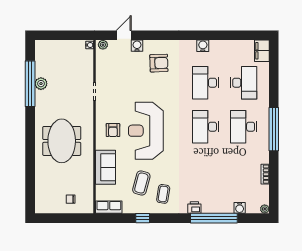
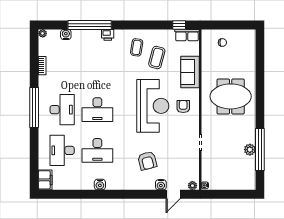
armchair: (159, 63) -> (147, 161), moved, turned -102
desk: (206, 83) -> (97, 150), turned 90
desk: (206, 127) -> (97, 110), turned 90
meeting table: (62, 141) -> (231, 96), turned 90
window: (143, 218) -> (179, 25), moved

